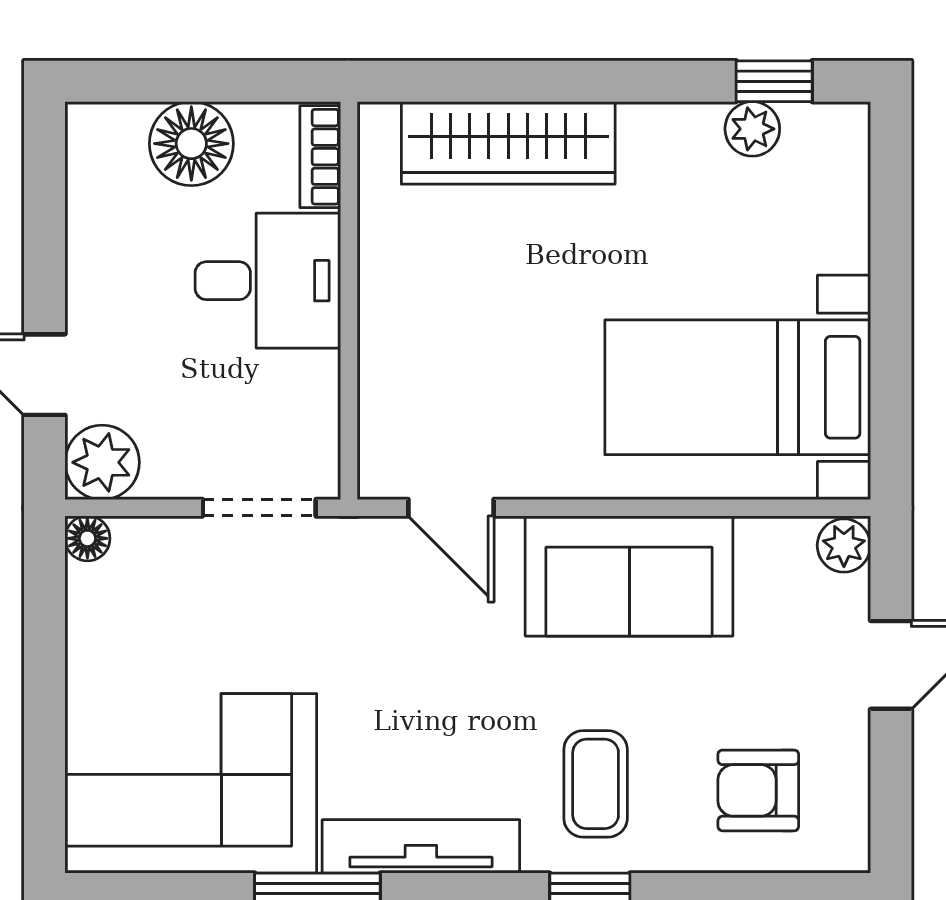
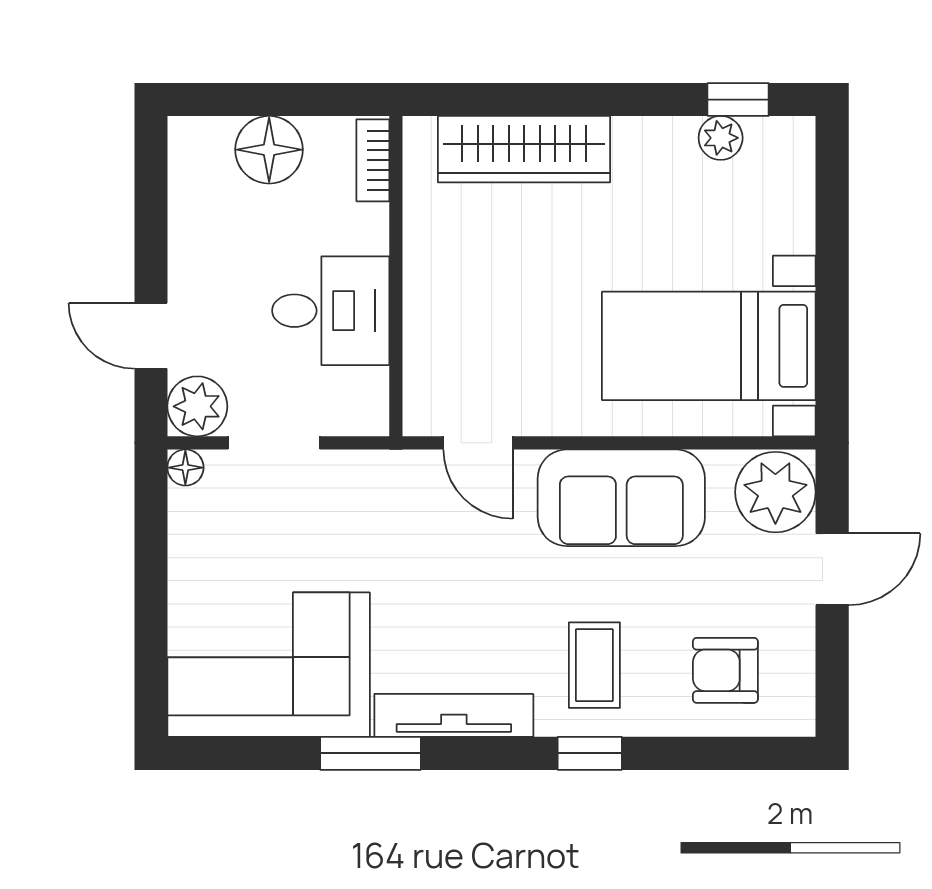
desk: (268, 281) -> (331, 311), moved
doorway: (259, 508) -> (274, 443), moved
plant: (844, 546) -> (775, 492), width x1.88, depth x1.88

